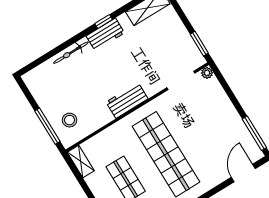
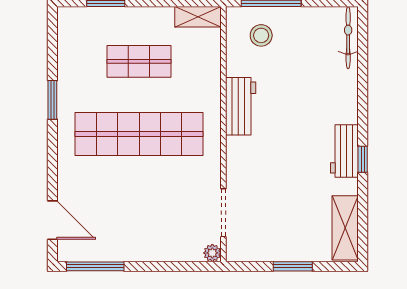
window: (199, 44) -> (293, 266), moved
bicycle: (71, 53) -> (348, 38), moved
workbench: (127, 100) -> (241, 106), moved

